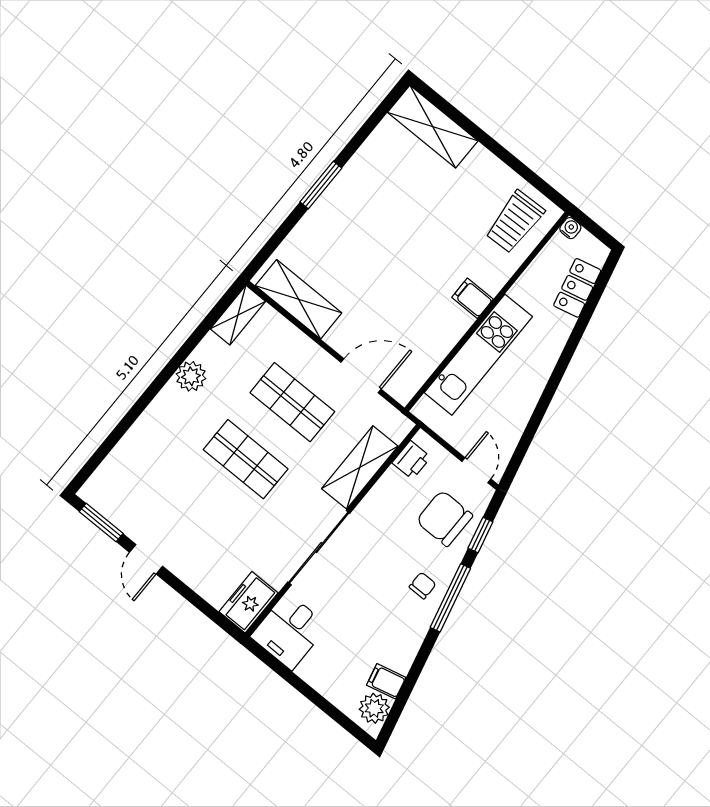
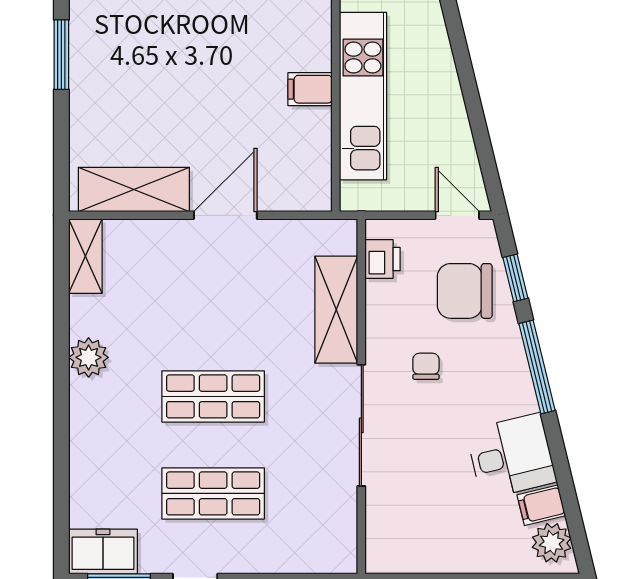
filing cabinet: (472, 298) -> (310, 89), moved
door: (361, 376) -> (225, 215), moved
shop shelf: (292, 402) -> (213, 493), moved
chair: (423, 586) -> (426, 366), moved
freezer: (249, 602) -> (103, 552), moved, turned 90
desk: (289, 631) -> (511, 456), moved, turned -104

